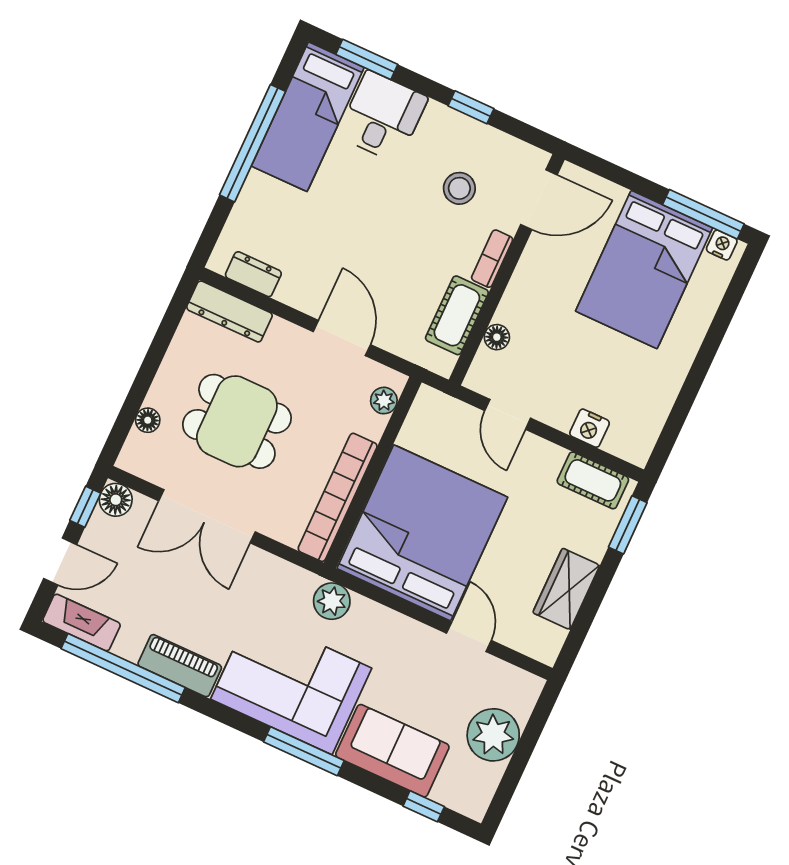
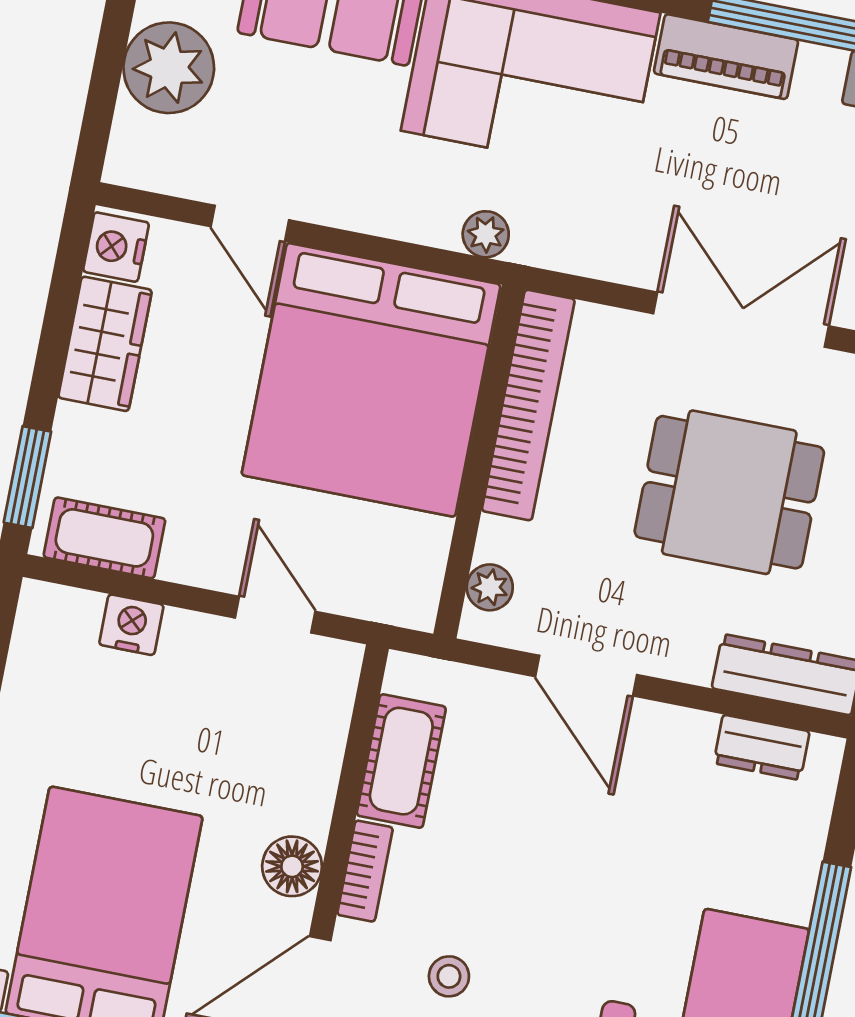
stool: (459, 188) -> (449, 976), width x0.73, depth x0.73
floor lamp: (497, 337) -> (292, 866), moved, width x1.37, depth x1.37
plant: (332, 601) -> (486, 234), width x0.73, depth x0.73
nightstand: (547, 642) -> (116, 247), added

